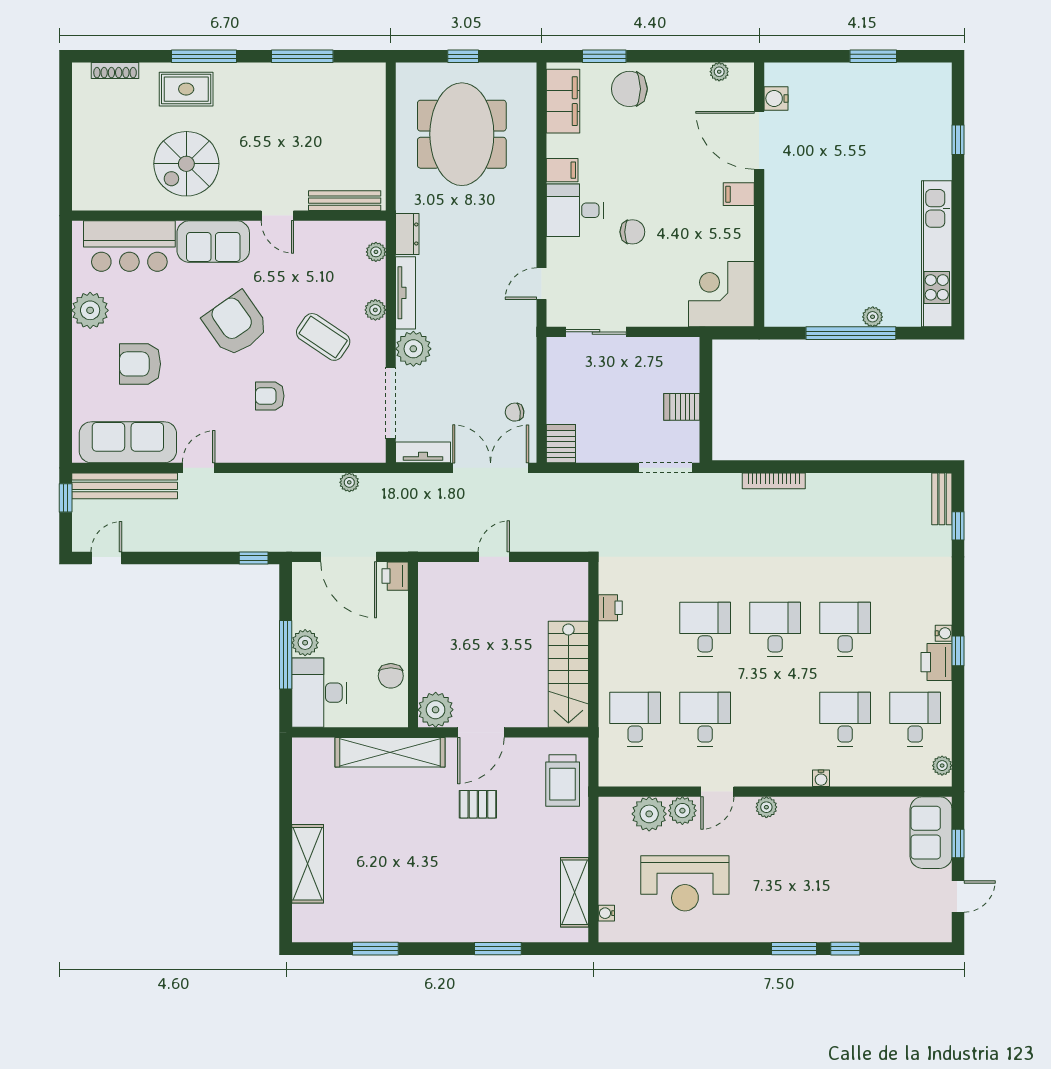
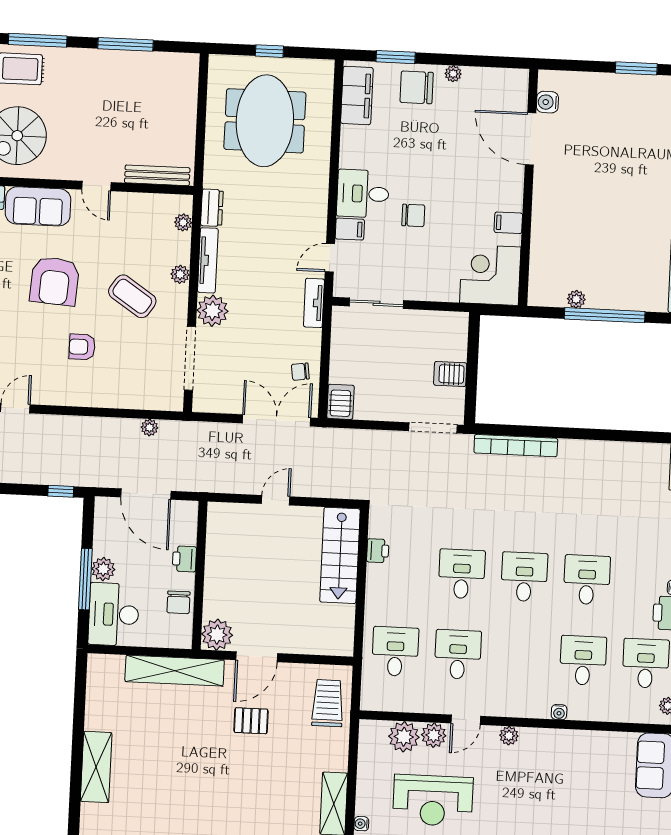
plant: (719, 72) -> (453, 74), moved
filing cabinet: (562, 170) -> (350, 229), moved
filing cabinet: (739, 194) -> (508, 223), moved
plant: (873, 317) -> (576, 299), moved
armchair: (236, 324) -> (55, 281), turned -141
tv unit: (423, 452) -> (314, 303), moved, turned -90
bookcase: (774, 481) -> (516, 446), width x1.48, depth x1.31
printer: (395, 576) -> (184, 559), moved
stairs: (568, 674) -> (340, 555), moved
trolley: (563, 780) -> (328, 703), turned 180

